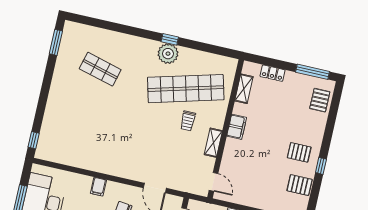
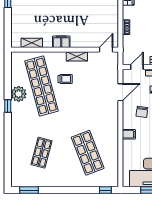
plant: (168, 54) -> (19, 94), moved
locker: (273, 73) -> (15, 24), removed
shop shelf: (87, 128) -> (88, 153), added

